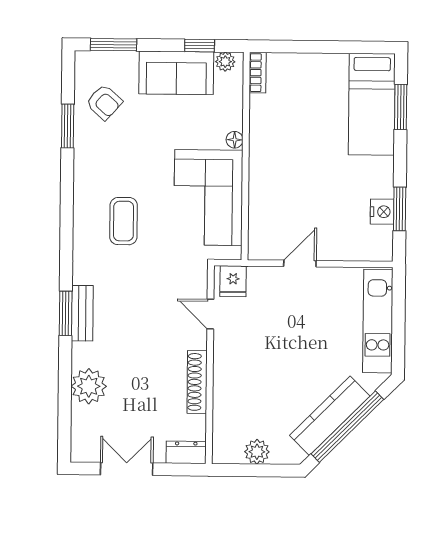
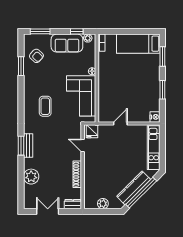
bed: (372, 104) -> (138, 44), moved, turned 90
window: (400, 209) -> (162, 90), moved
nightstand: (382, 212) -> (155, 117), moved

